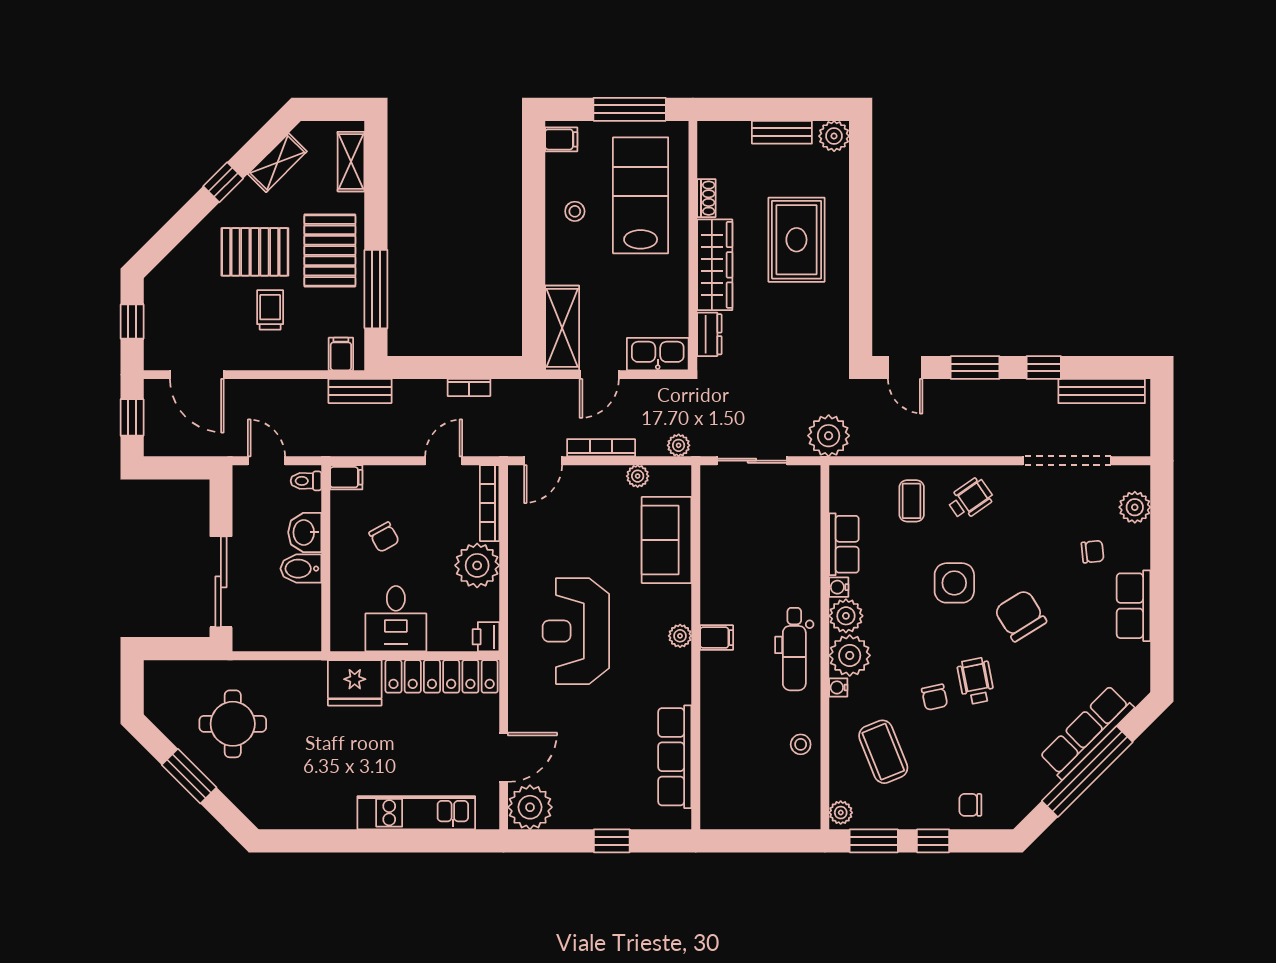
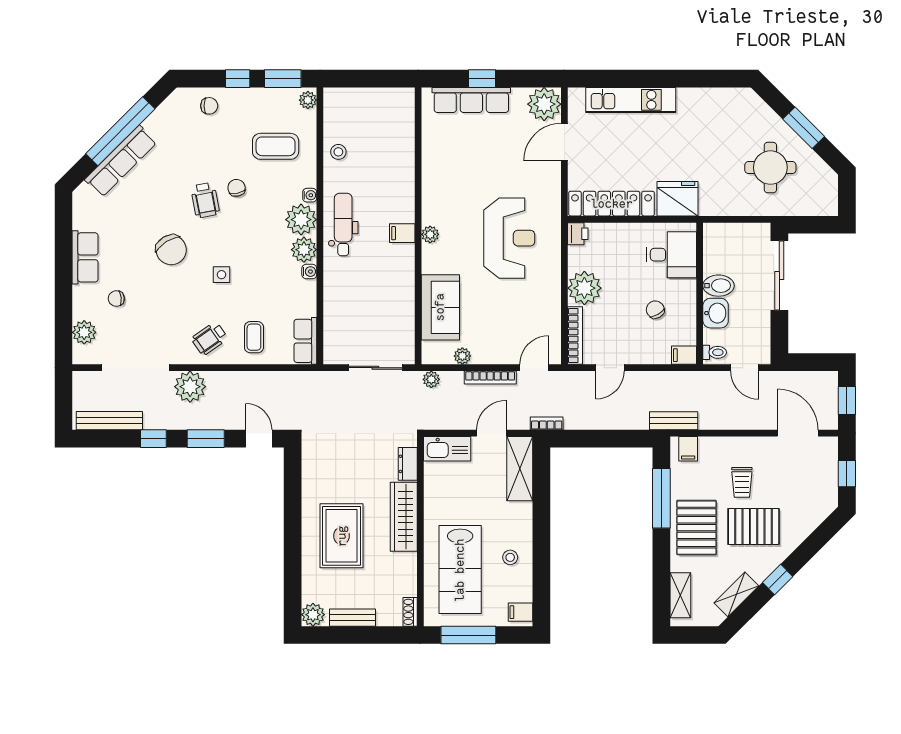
shoe rack: (706, 198) -> (410, 612), moved
bookcase: (469, 388) -> (547, 423), moved
plant: (829, 436) -> (190, 387), moved
row of seats: (844, 544) -> (305, 341), moved
side table: (954, 583) -> (222, 275), width x0.54, depth x0.54
desk: (396, 619) -> (671, 255), moved, turned 90
coffee table: (883, 752) -> (276, 146), turned -68
row of seats: (675, 757) -> (471, 100), moved, turned 90

